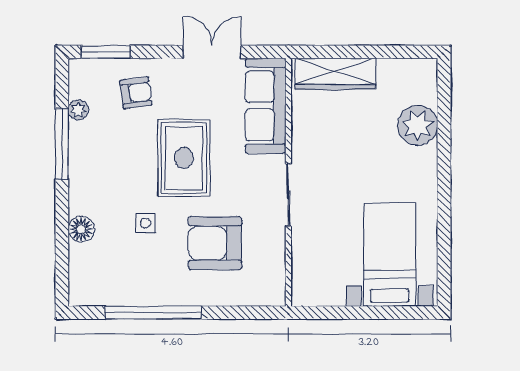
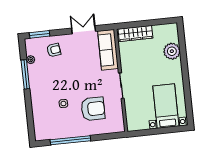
rug: (184, 158) -> (76, 75), removed
floor lamp: (81, 229) -> (37, 109), removed
armchair: (215, 243) -> (93, 109), turned 180

